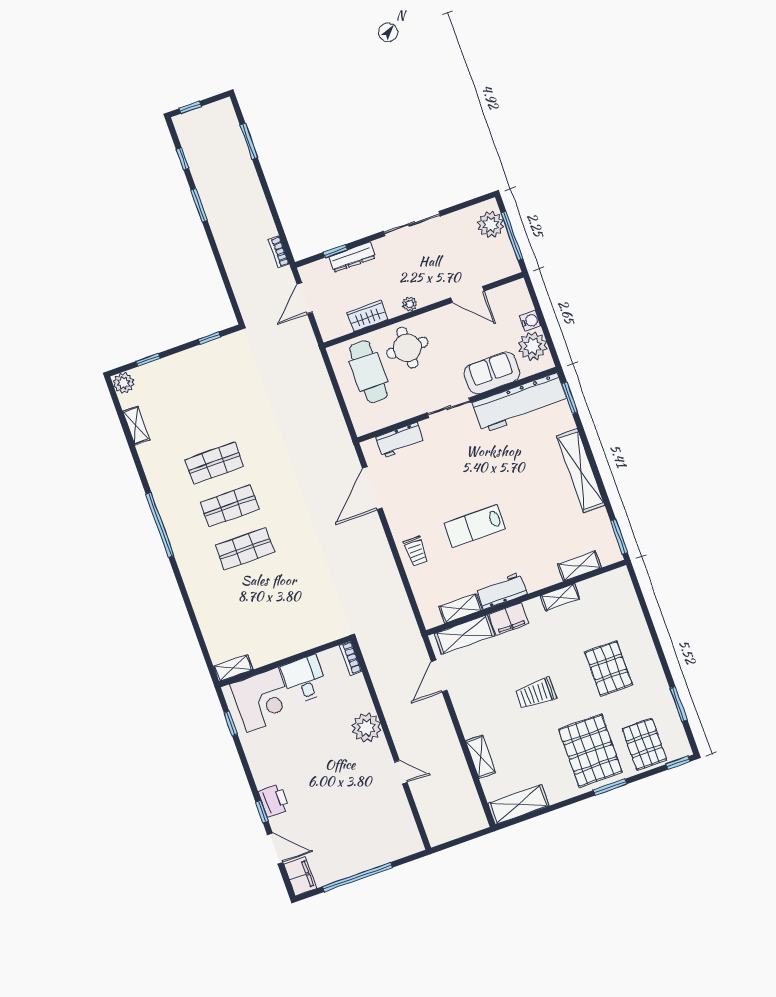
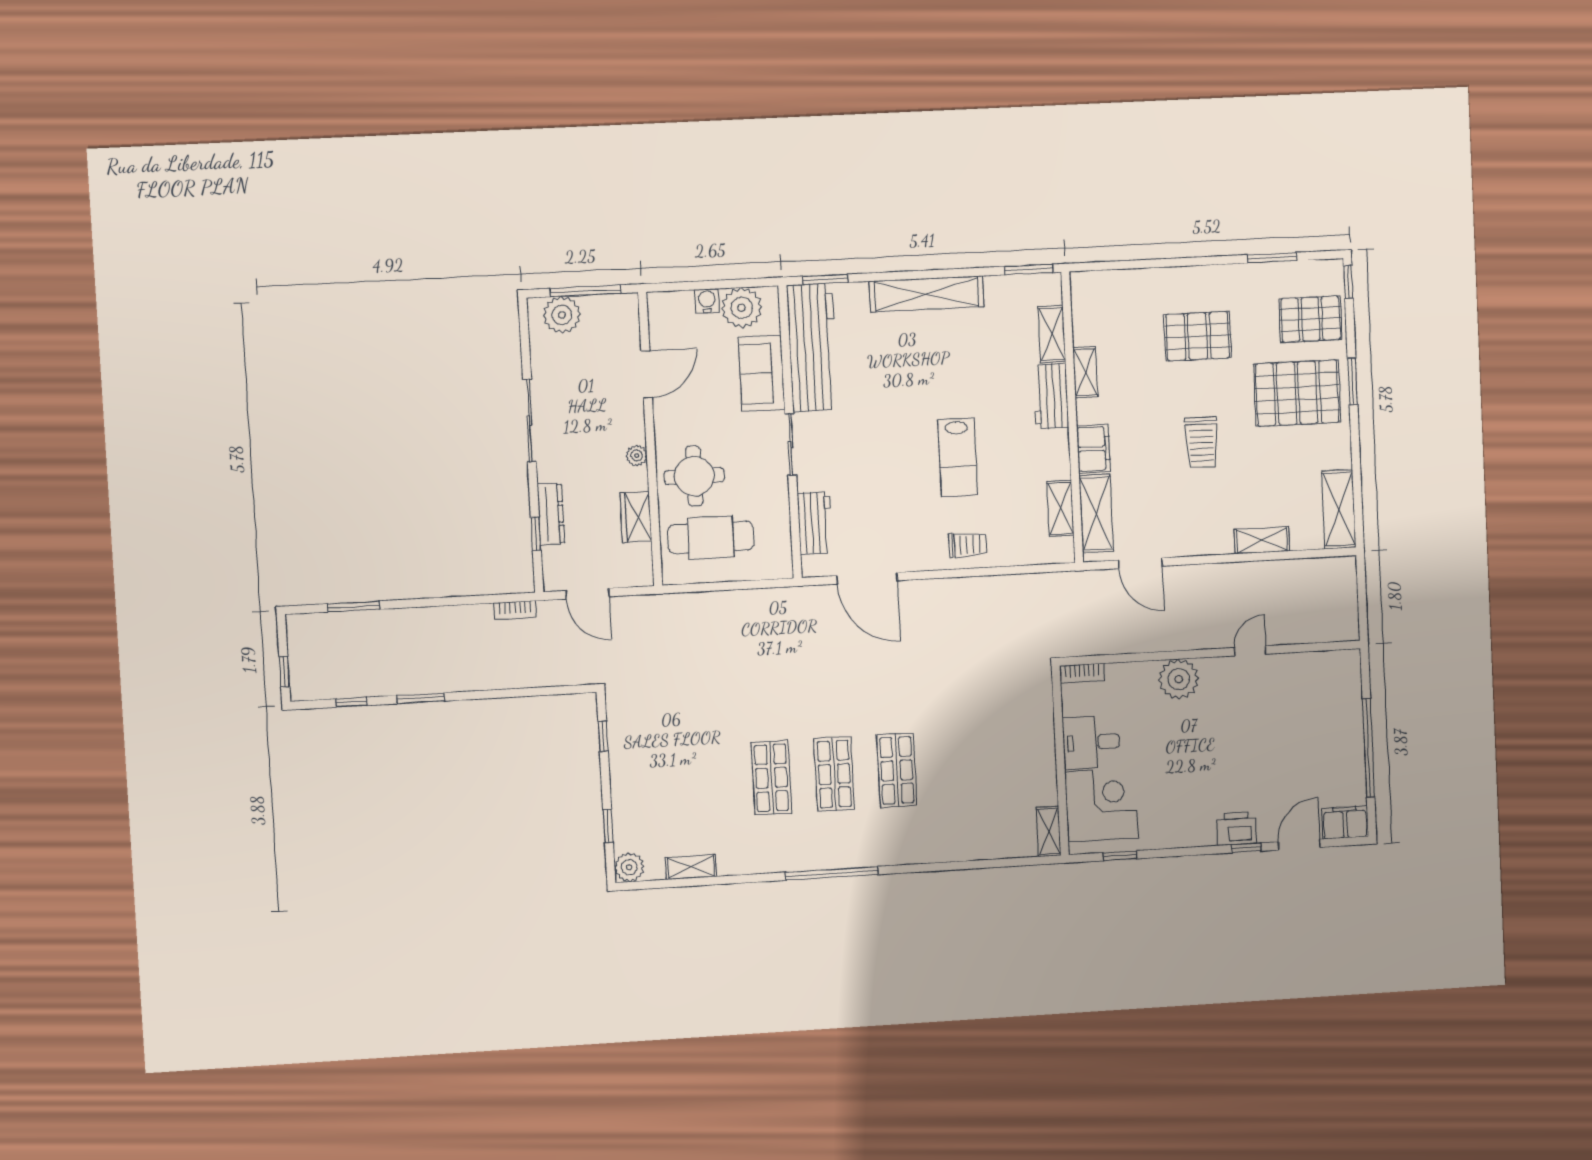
workbench: (502, 591) -> (1051, 396), moved

